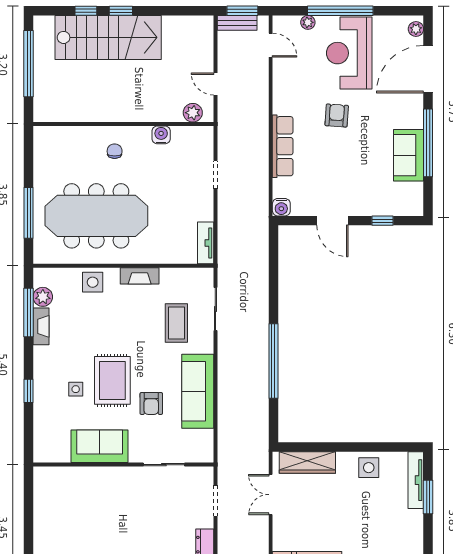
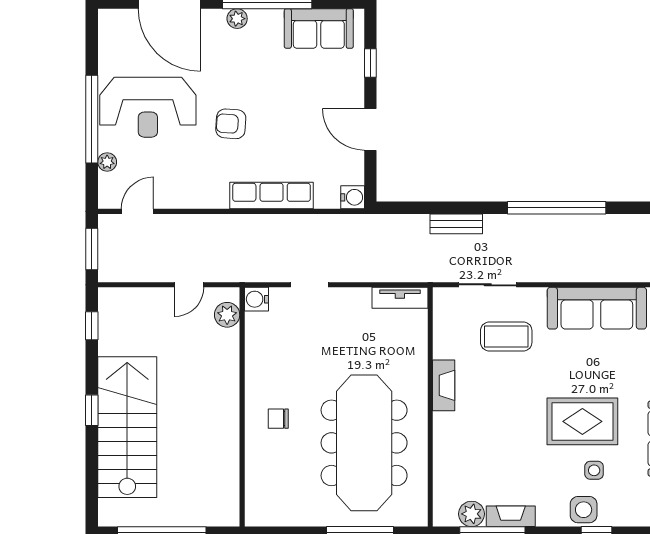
window: (86, 11) -> (92, 326), moved
bench: (237, 23) -> (456, 224), moved, turned 90
plant: (416, 29) -> (237, 19), moved
water cooler: (161, 135) -> (256, 299), moved
sofa: (408, 155) -> (319, 28), moved
door: (332, 221) -> (370, 129), swing flipped
side table: (93, 282) -> (584, 510), moved
armchair: (151, 403) -> (613, 370), removed

